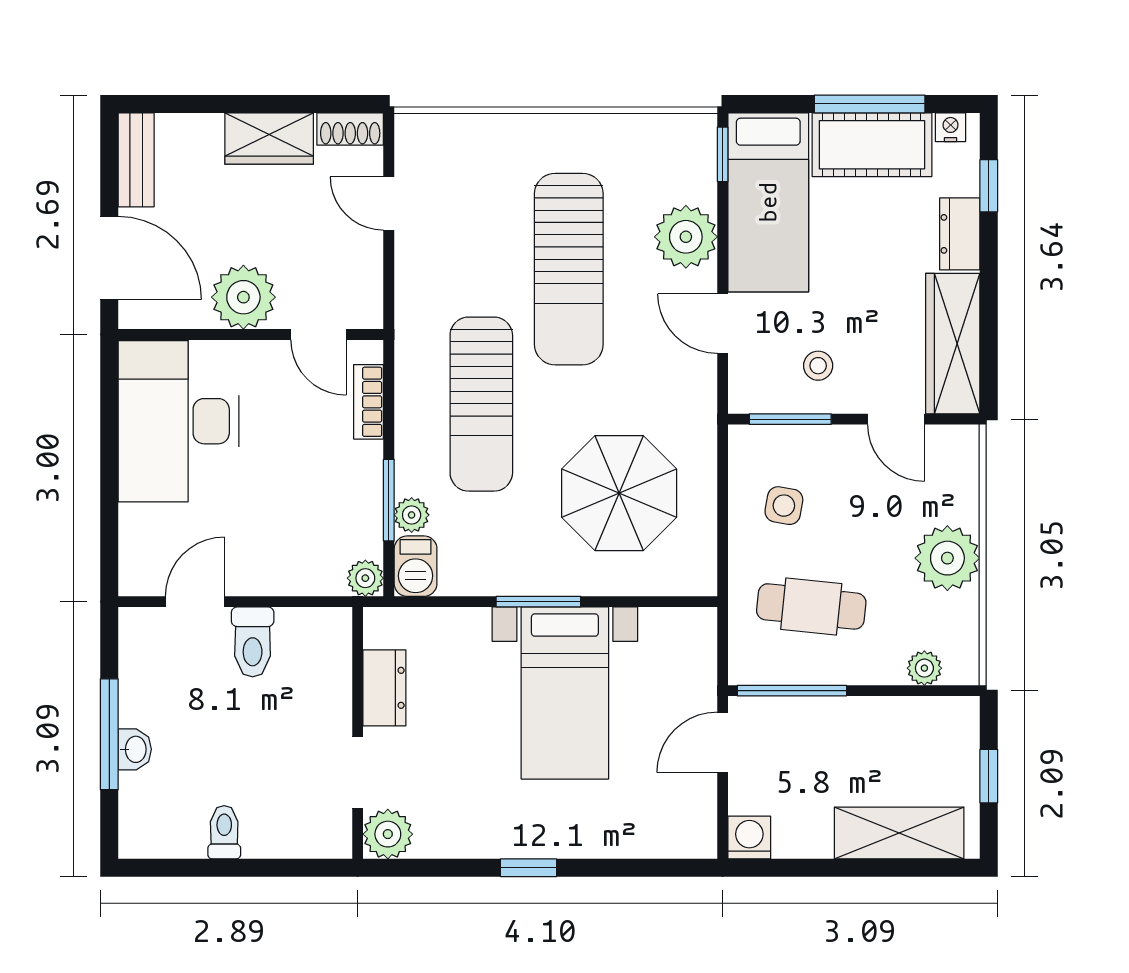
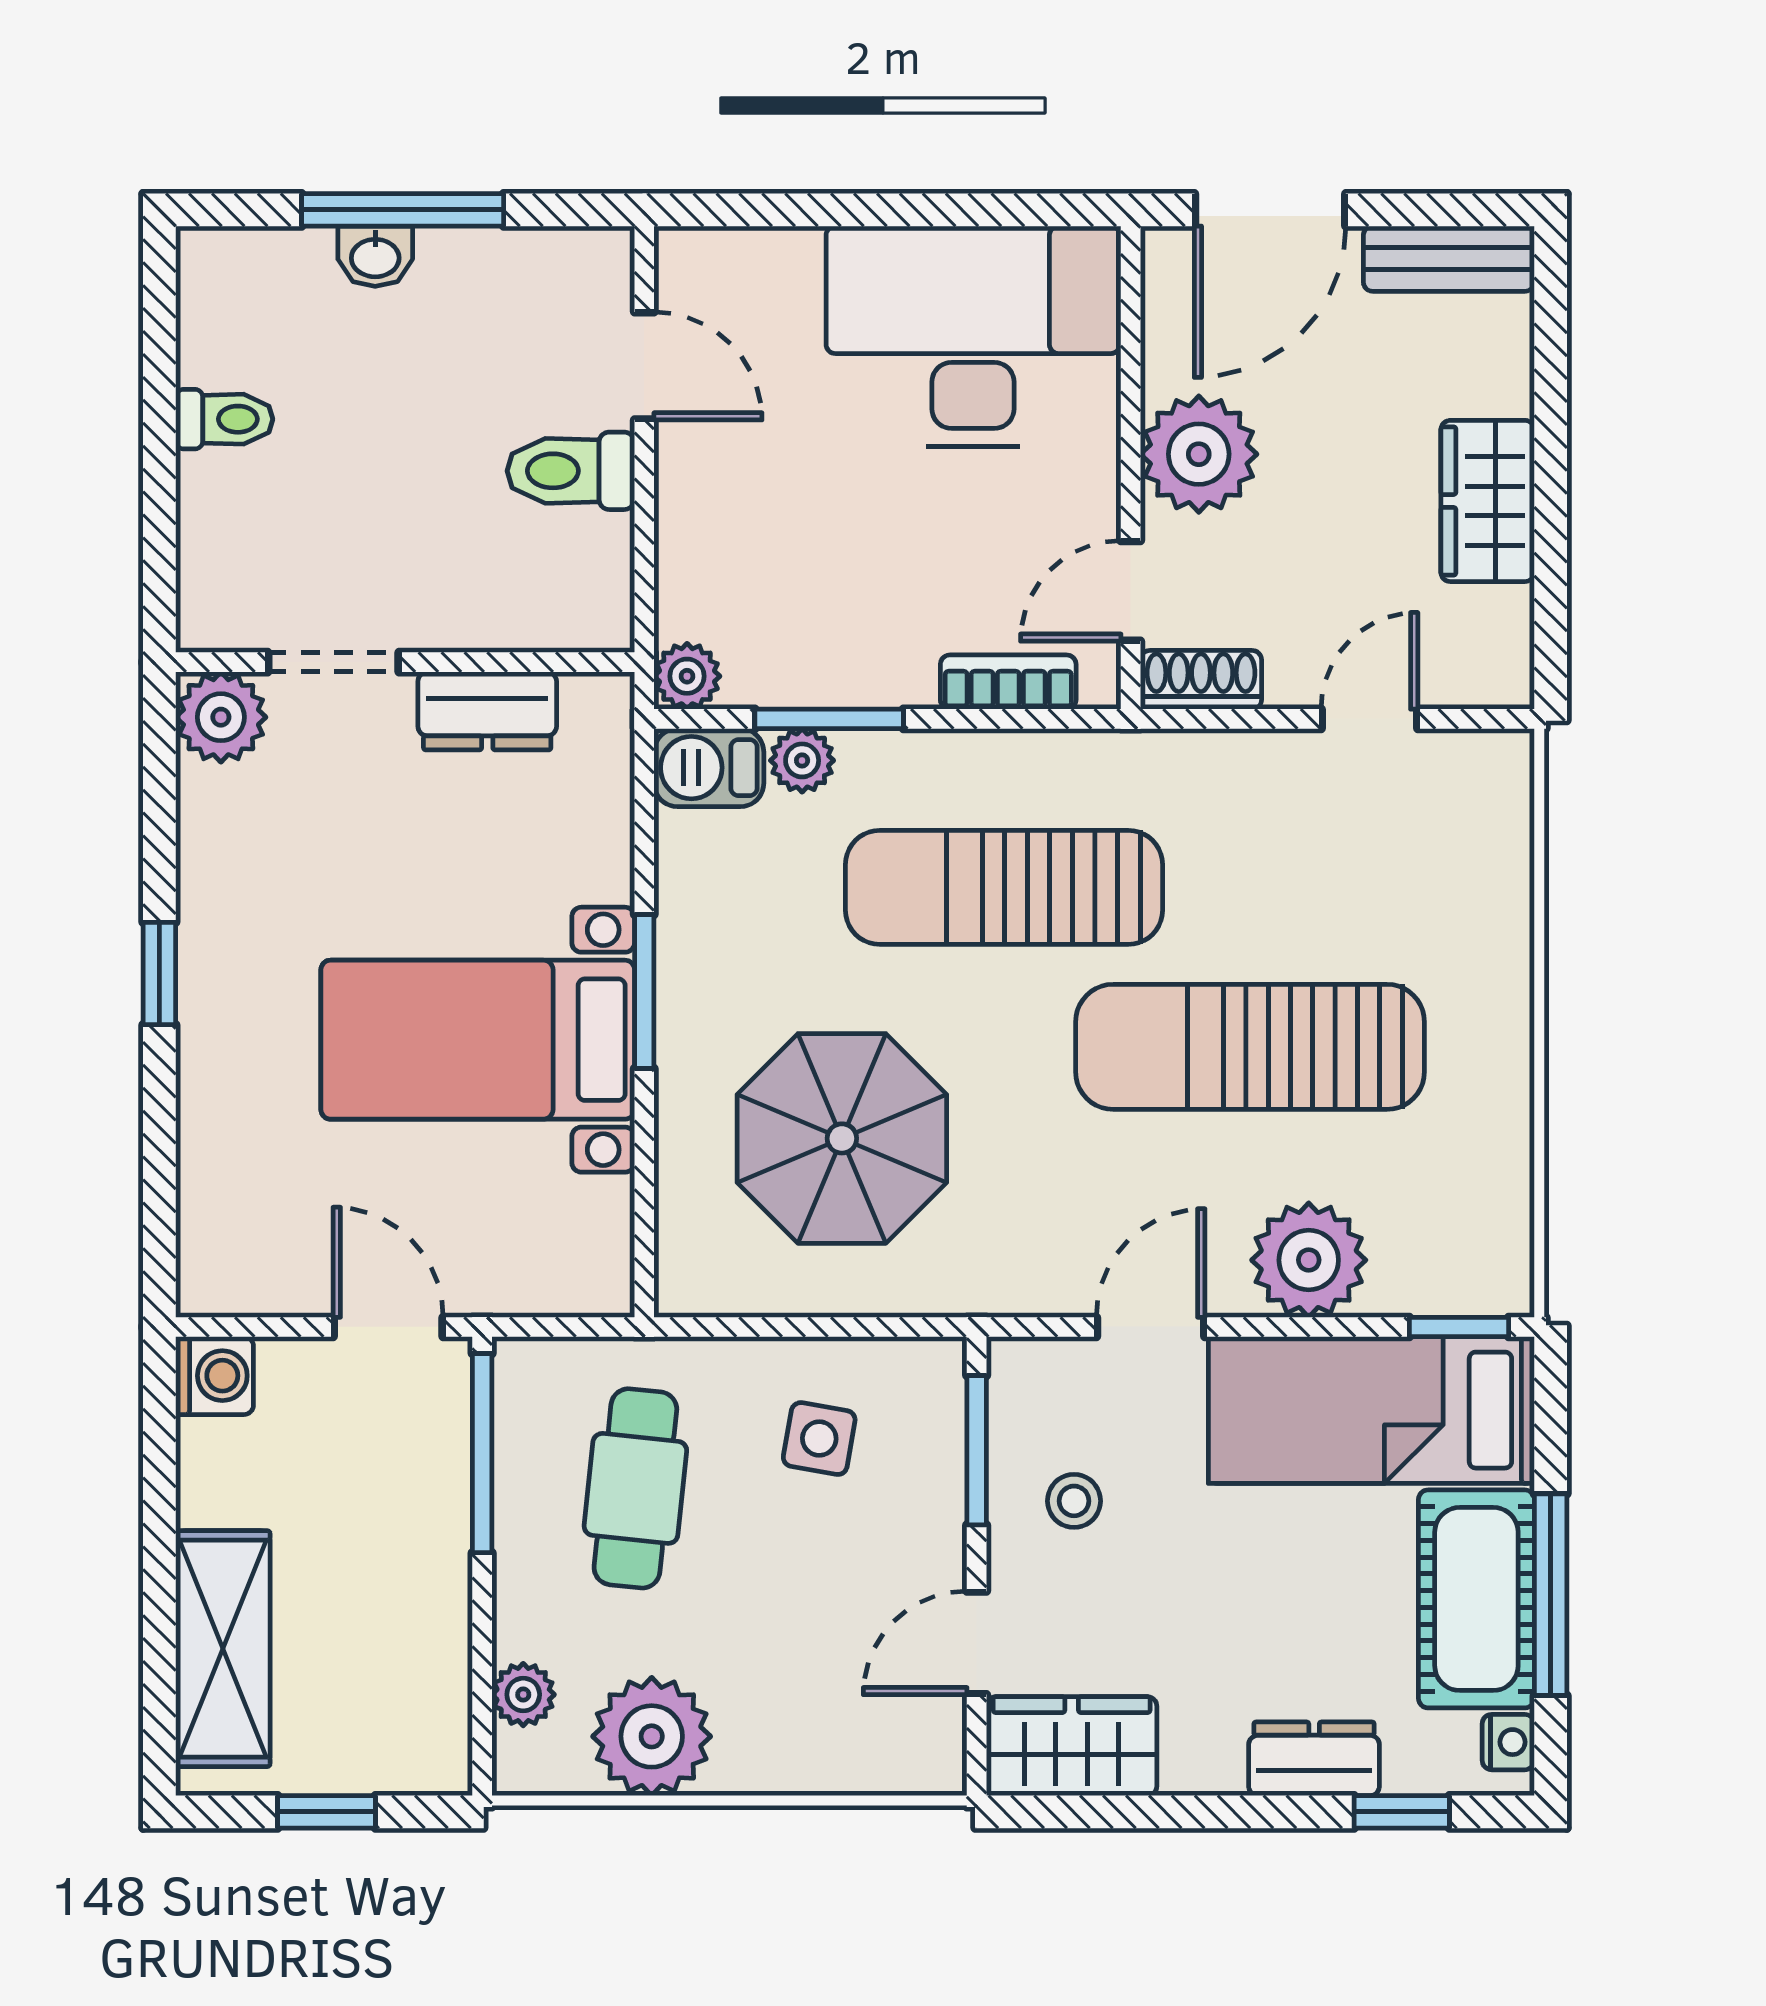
shoe rack: (350, 129) -> (1201, 680), moved, turned 90
wardrobe: (953, 344) -> (1072, 1746), width x0.67
plant: (947, 558) -> (652, 1736), moved

